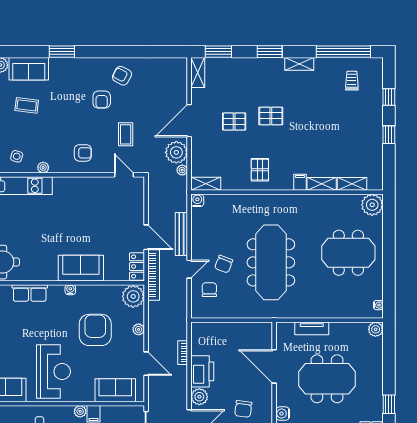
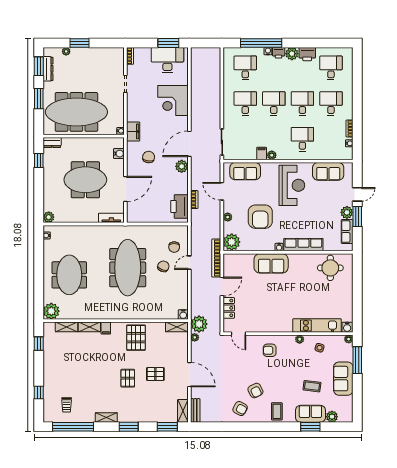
window: (62, 52) -> (310, 427), moved
armchair: (102, 100) -> (255, 391), turned 153
pallet: (271, 116) -> (128, 378), turned 90
door: (189, 121) -> (189, 375), hinge flipped
coffee table: (126, 134) -> (277, 411), moved
window: (389, 135) -> (39, 344), moved
plant: (176, 152) -> (199, 324), moved
pallet: (260, 170) -> (136, 338), width x1.50, depth x1.42
bench: (181, 234) -> (195, 410), moved, width x0.73
door: (146, 237) -> (222, 287), swing flipped
meeting table: (348, 253) -> (69, 275), turned 90
locker: (137, 266) -> (229, 308), moved
row of seats: (30, 293) -> (303, 245), width x1.48
tv unit: (312, 328) -> (111, 218), moved
door: (274, 366) -> (125, 189), hinge flipped
printer: (202, 371) -> (179, 206), moved
reception desk: (53, 372) -> (292, 185), turned 180

